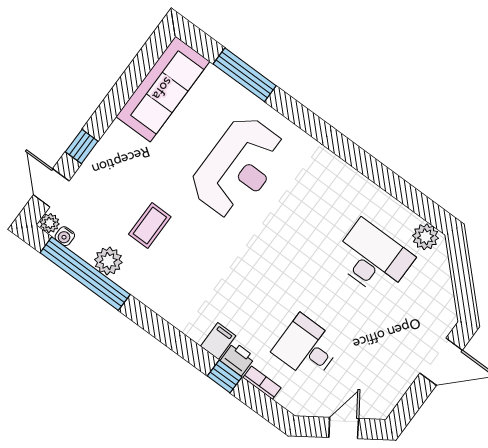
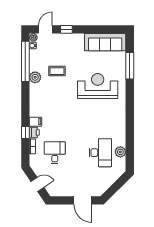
reception desk: (238, 167) -> (98, 86), turned 180
plant: (426, 237) -> (120, 152), moved
plant: (108, 261) -> (35, 77), moved

